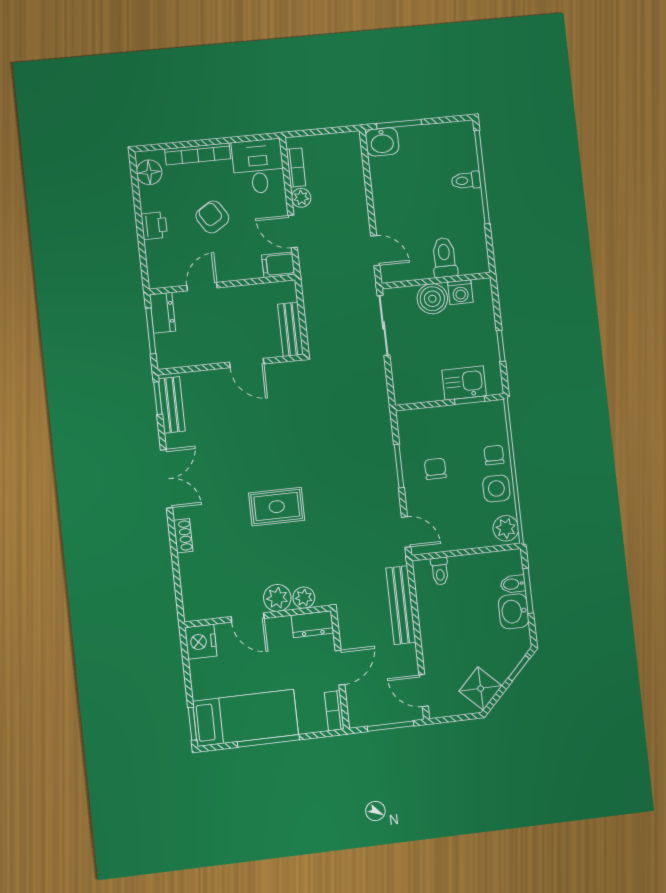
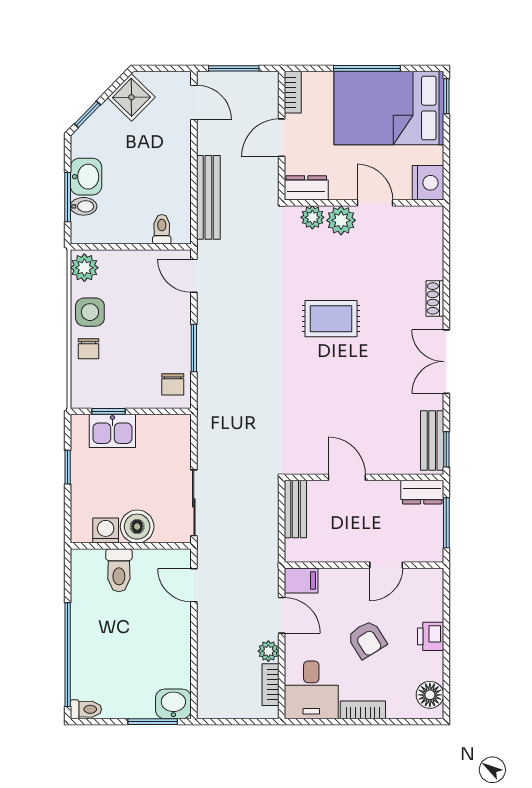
bookcase: (198, 154) -> (363, 710), width x0.64
toilet: (466, 180) -> (86, 709), moved
dresser: (163, 313) -> (422, 492), moved, turned -90
chair: (435, 469) -> (173, 384), moved
bed: (246, 718) -> (389, 108), width x1.50

